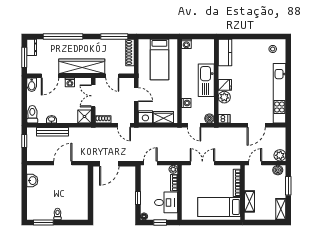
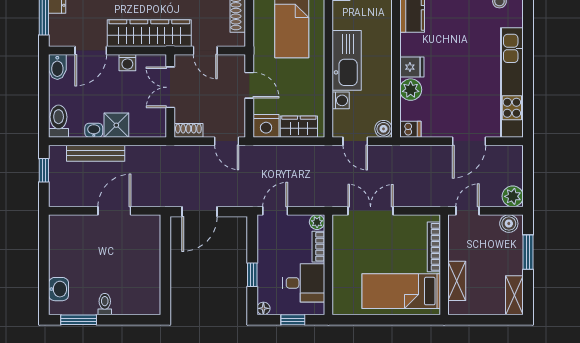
kitchen sink: (206, 80) -> (347, 60), moved, turned 180
shower: (84, 117) -> (116, 125), moved
washbasin: (32, 181) -> (59, 289), moved

